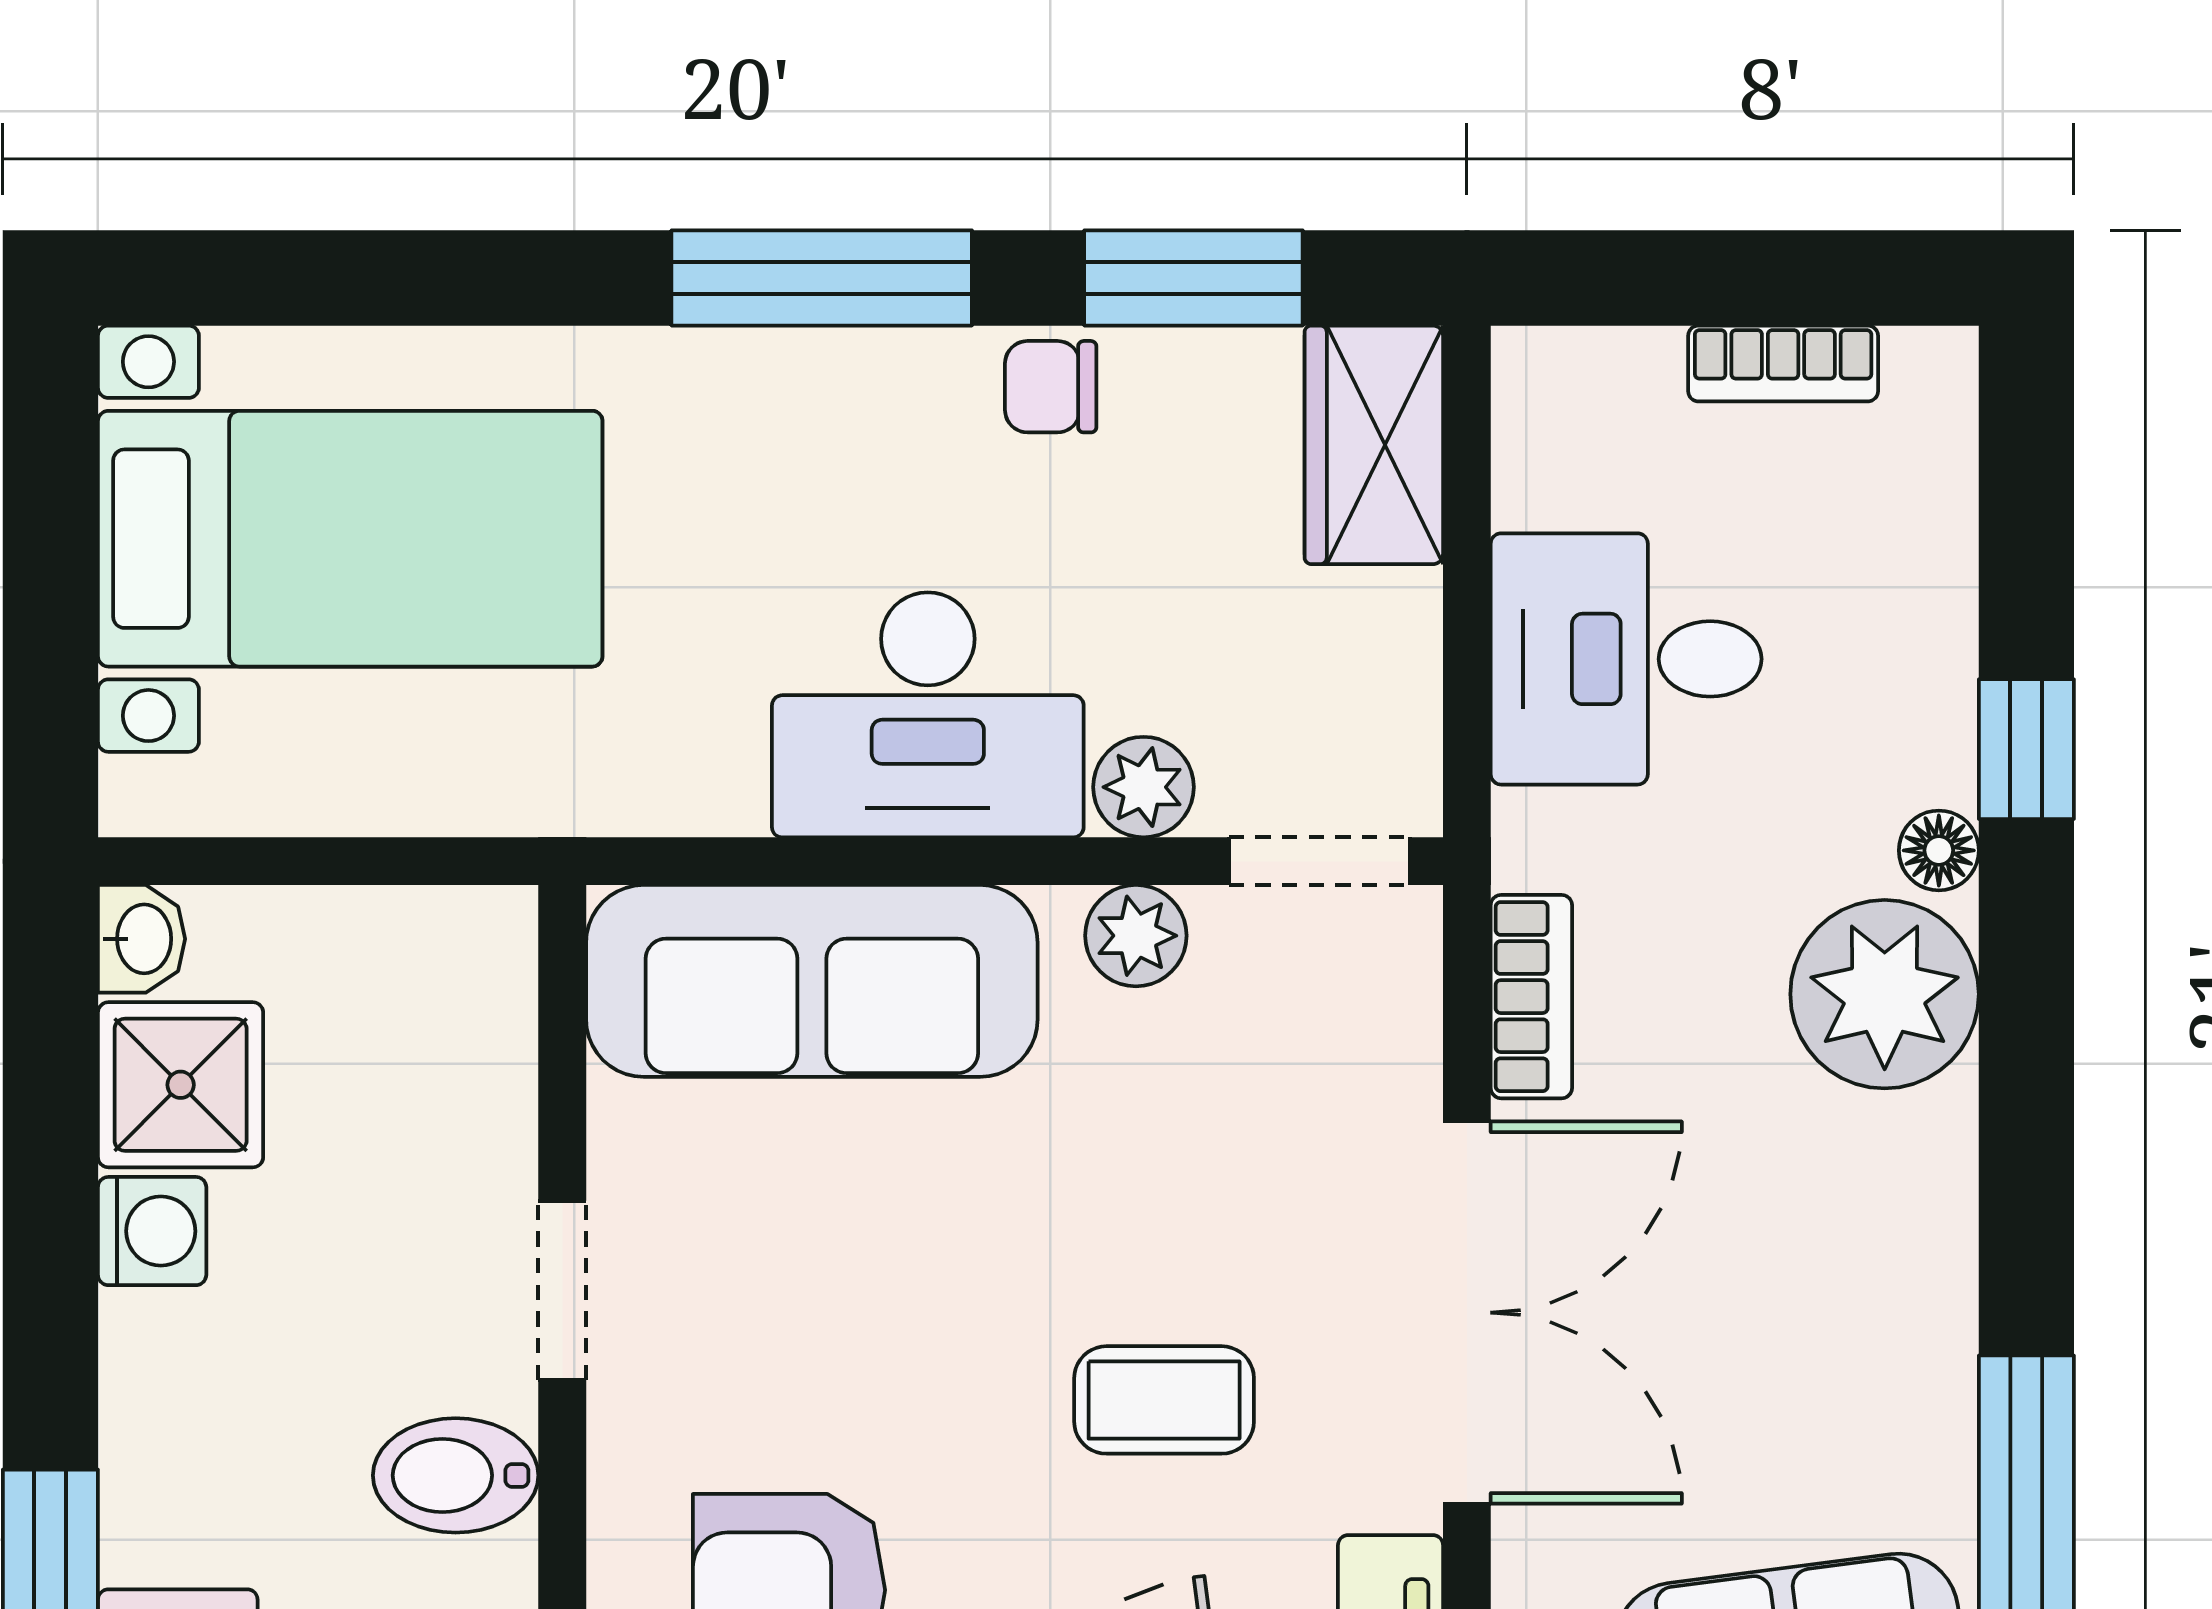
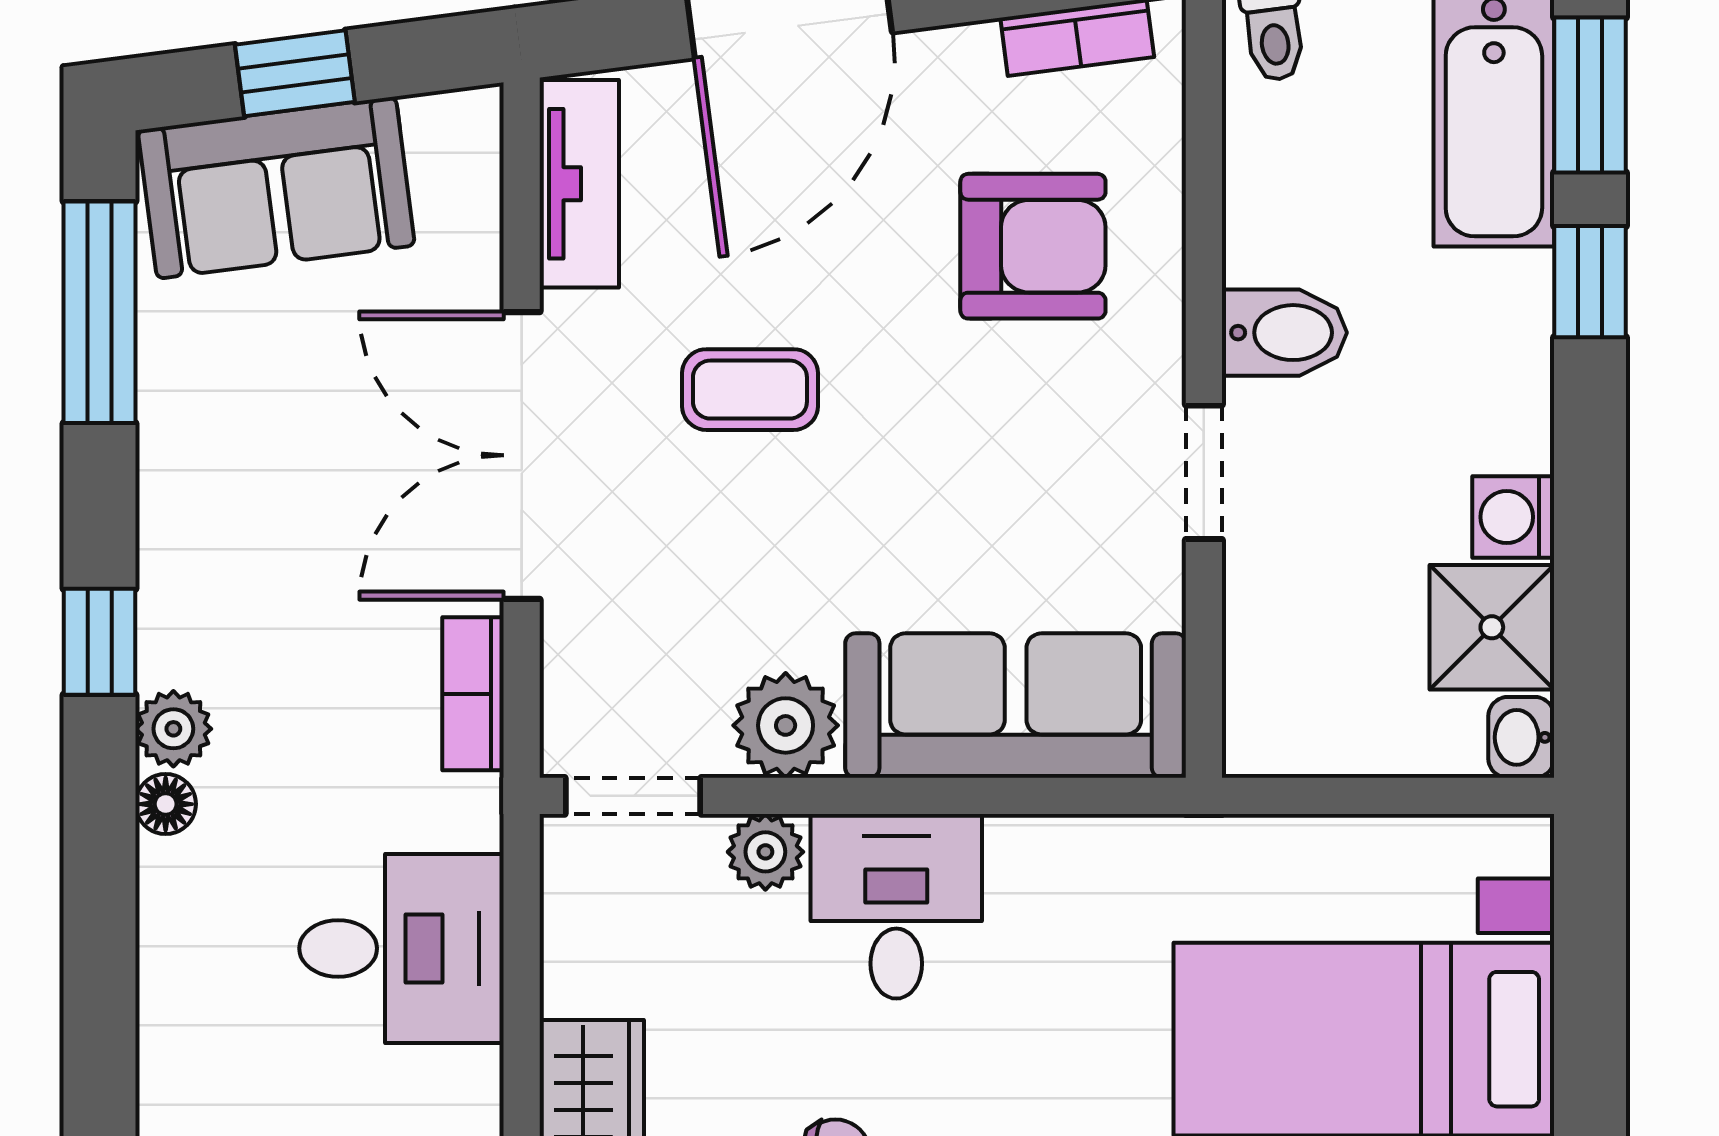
desk: (928, 715) -> (896, 906), width x0.73
window: (2026, 749) -> (100, 642), moved
plant: (1136, 936) -> (786, 725), width x1.38, depth x1.38
plant: (1885, 994) -> (173, 729), width x0.53, depth x0.53

